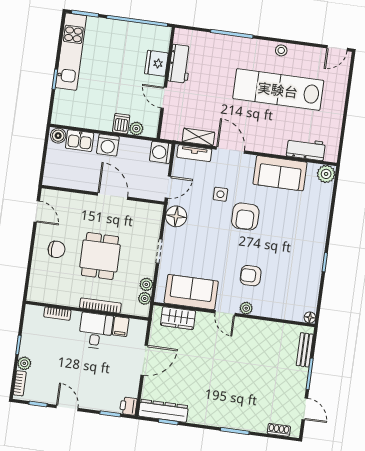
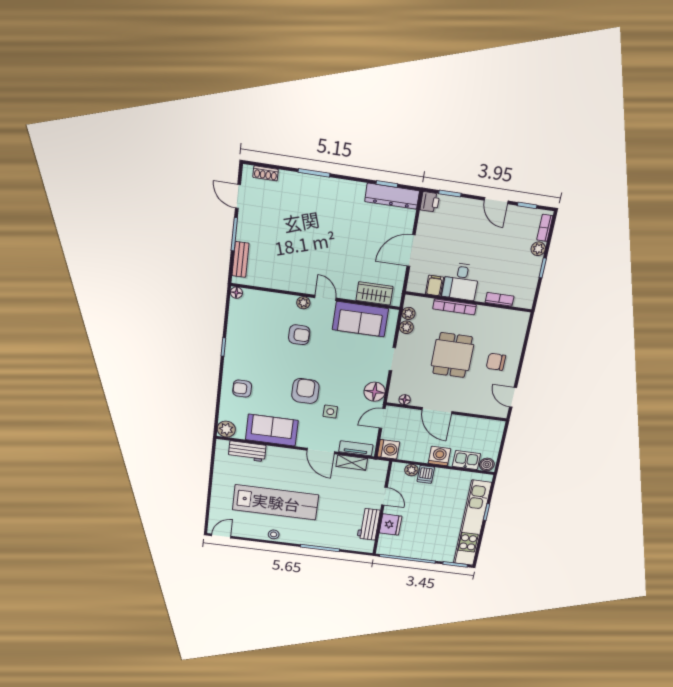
kitchen unit: (71, 52) -> (472, 523), width x1.36
floor lamp: (146, 208) -> (405, 400), added
armchair: (308, 219) -> (242, 389), added

